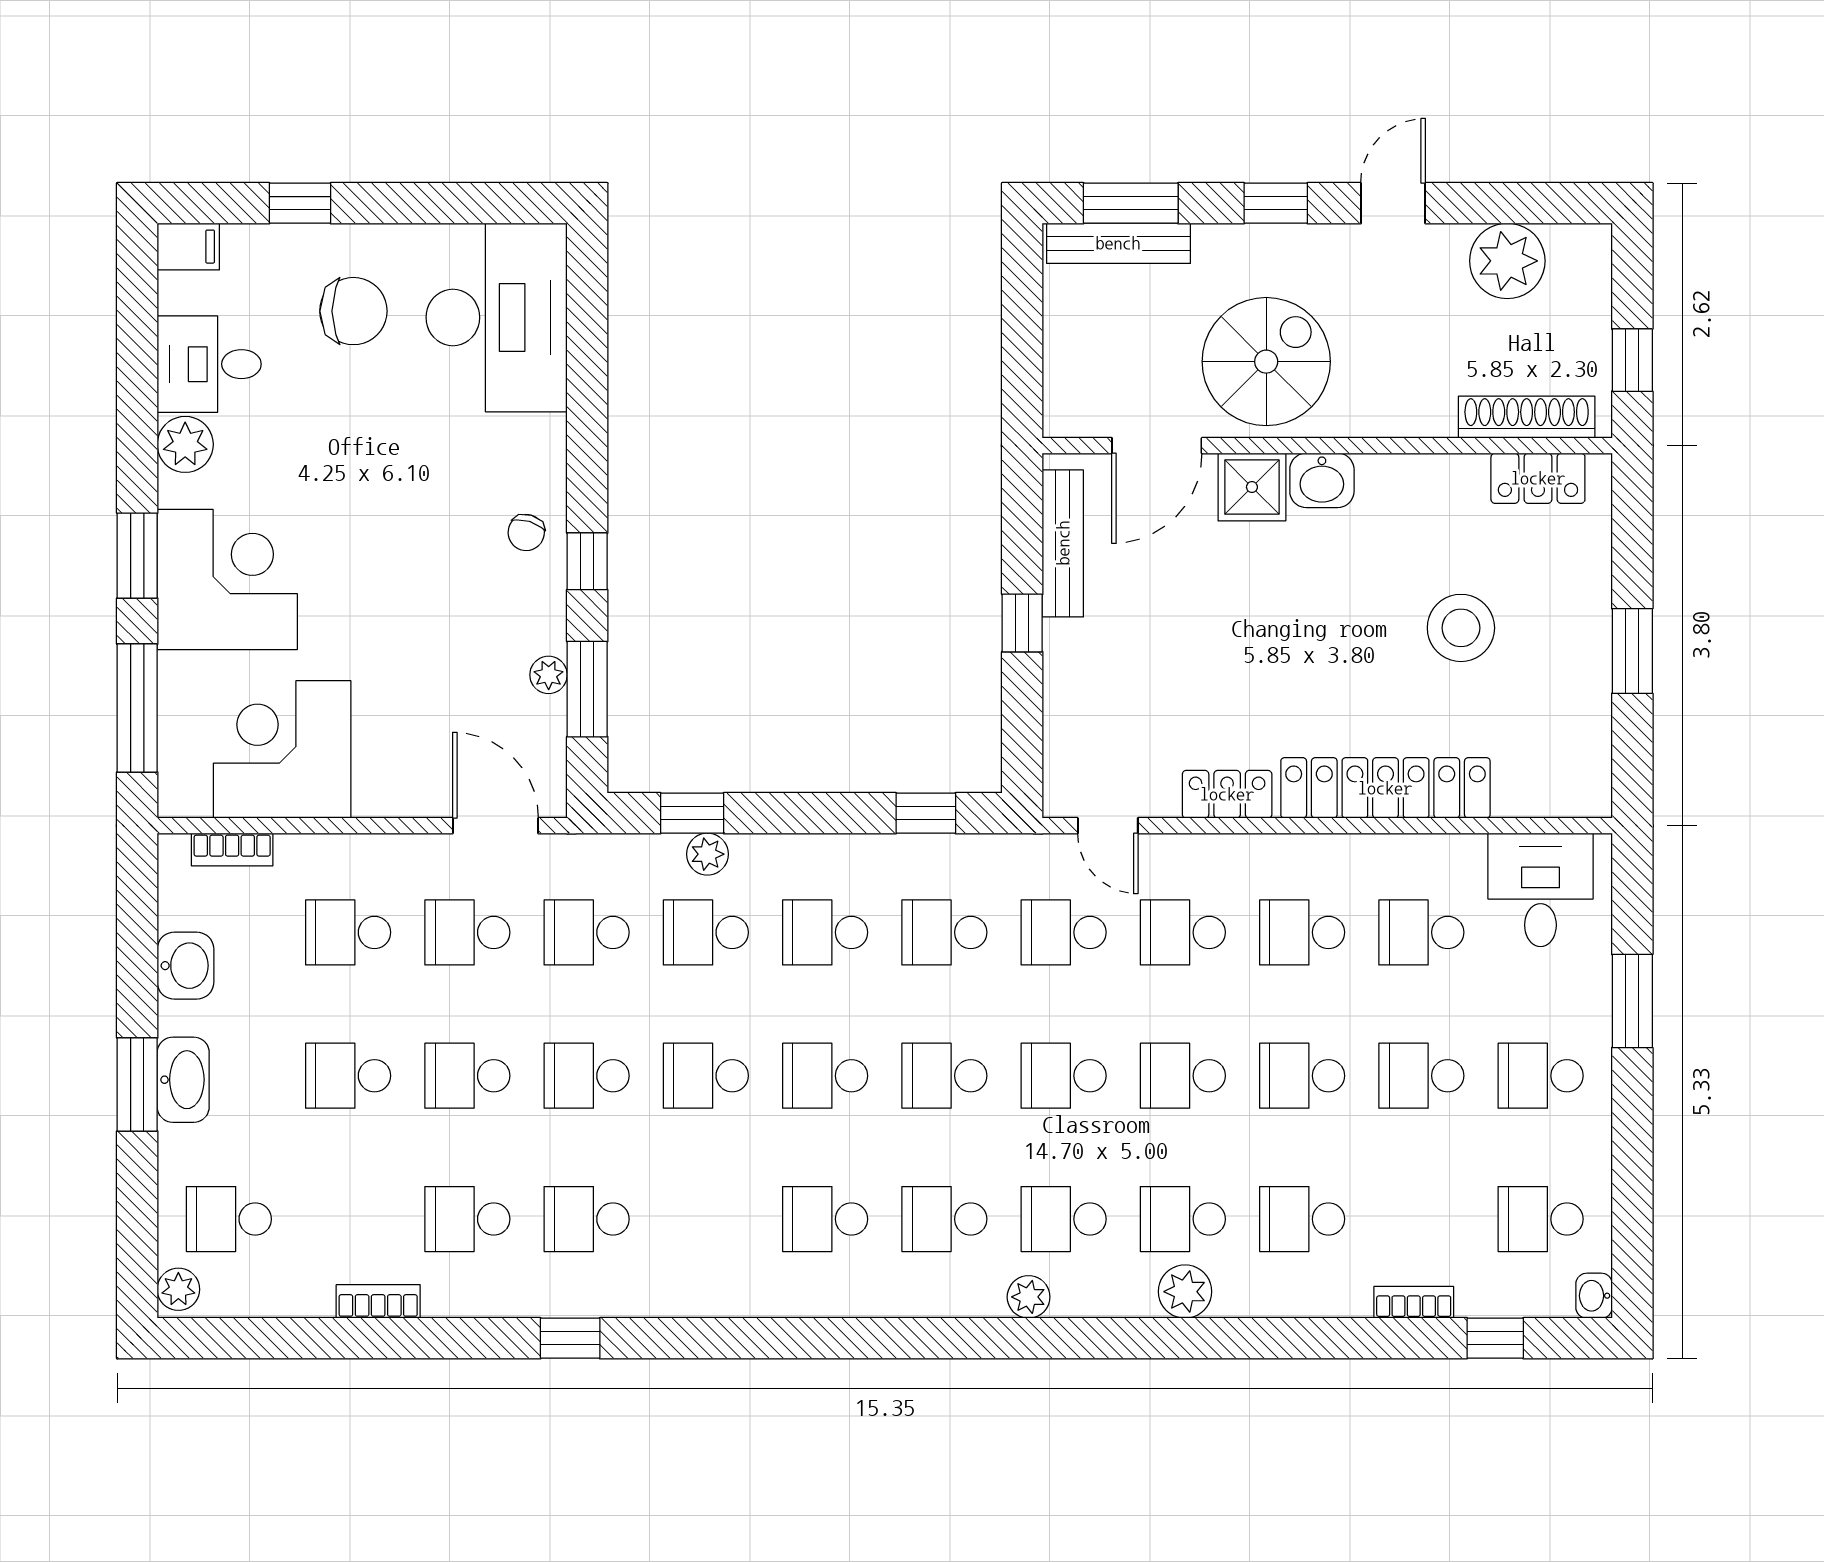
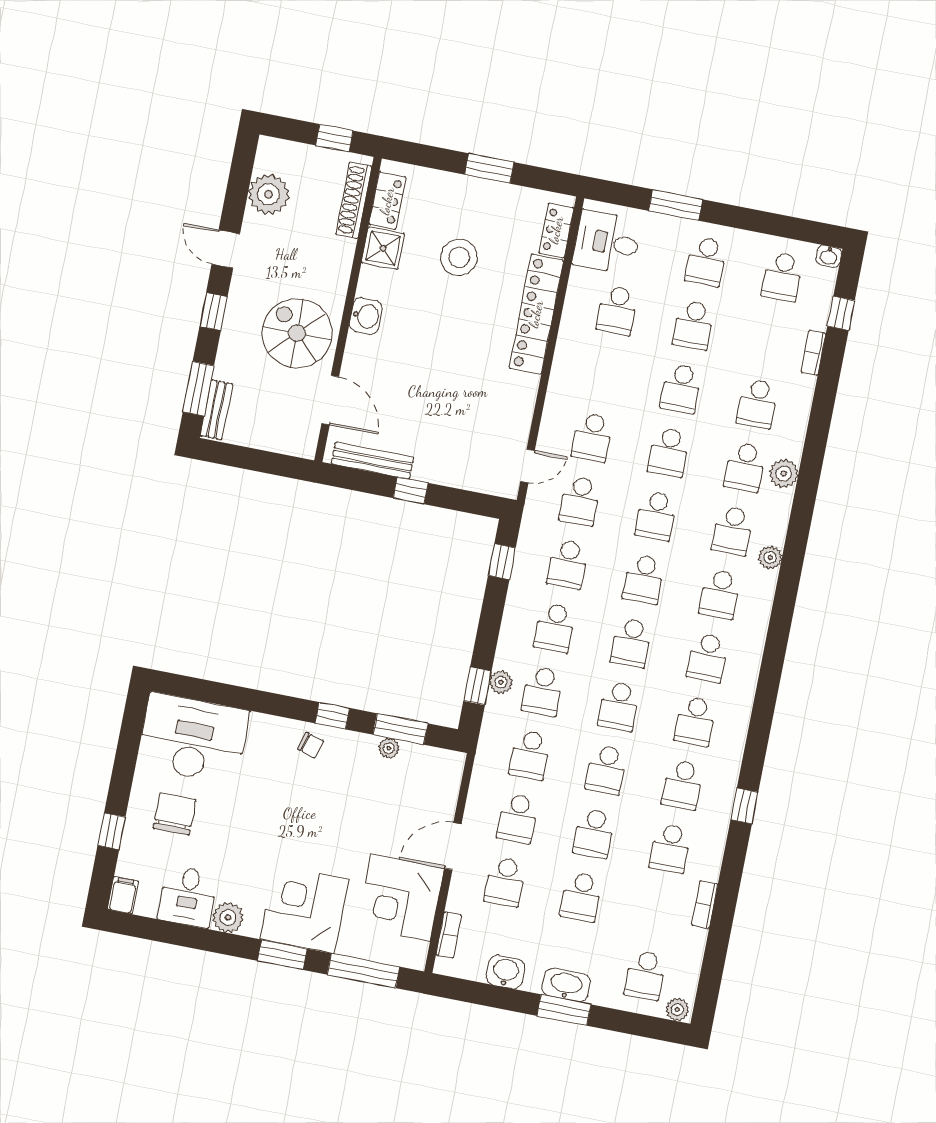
bench: (1118, 243) -> (216, 410), width x0.73
shower: (1252, 487) -> (383, 248), moved
locker: (1227, 794) -> (556, 230), moved
door: (496, 826) -> (453, 846), moved
school desk: (1302, 932) -> (695, 721), moved

